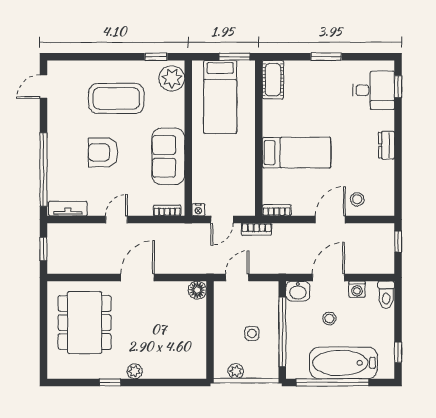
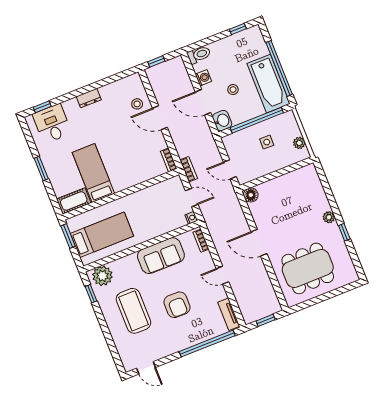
bed: (297, 153) -> (93, 173), moved
bathtub: (343, 363) -> (269, 84), moved

